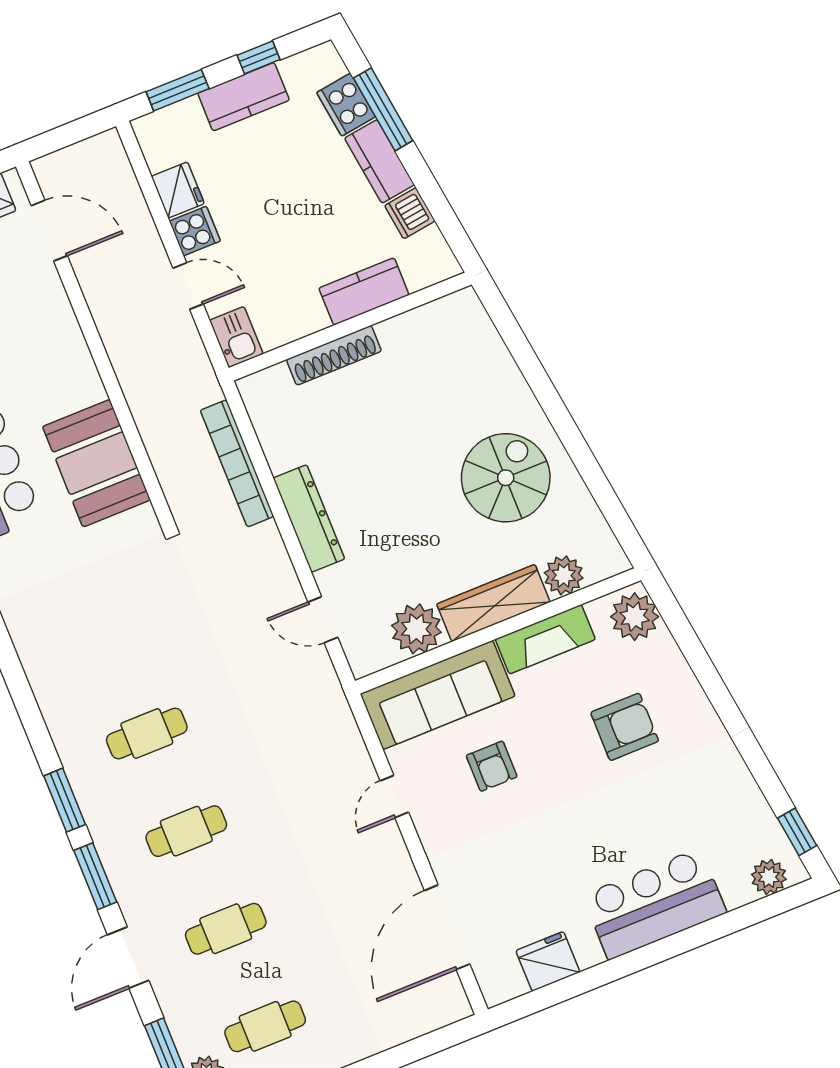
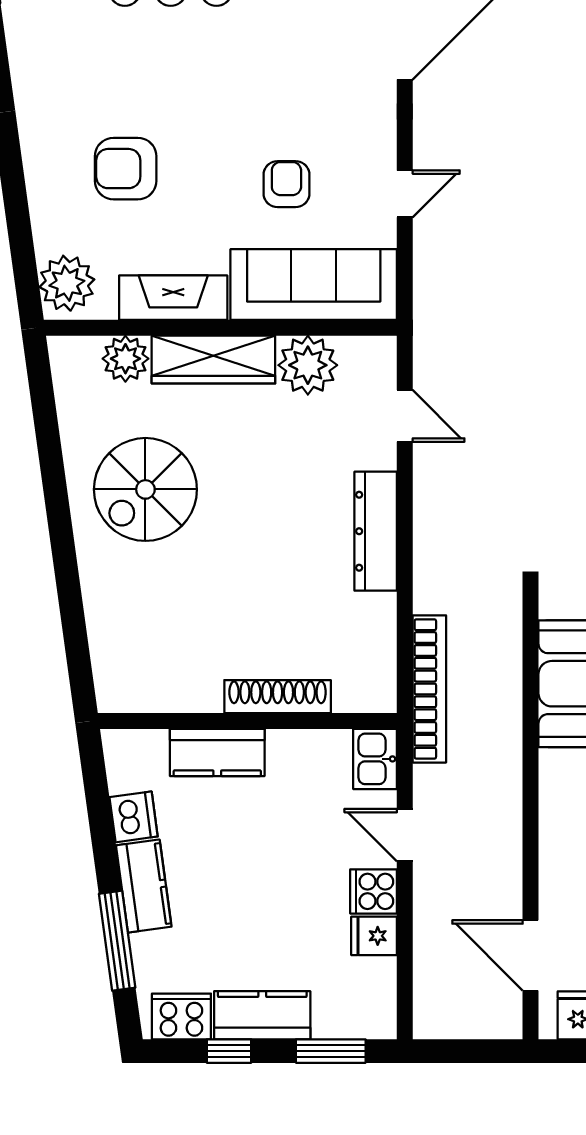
cooker: (346, 105) -> (181, 1016), moved, turned -82
fridge: (178, 190) -> (374, 936), width x0.72
bookcase: (237, 463) -> (429, 689), moved

